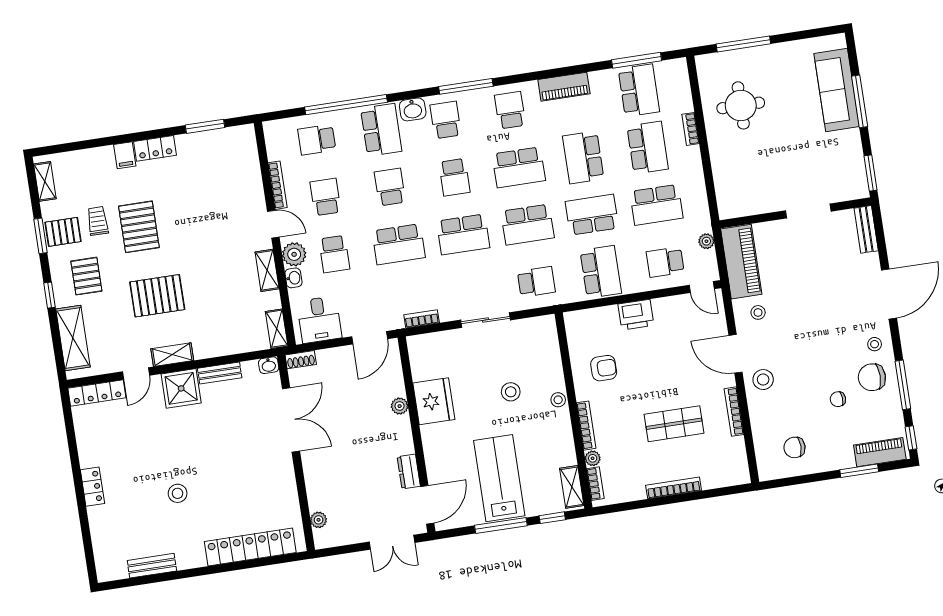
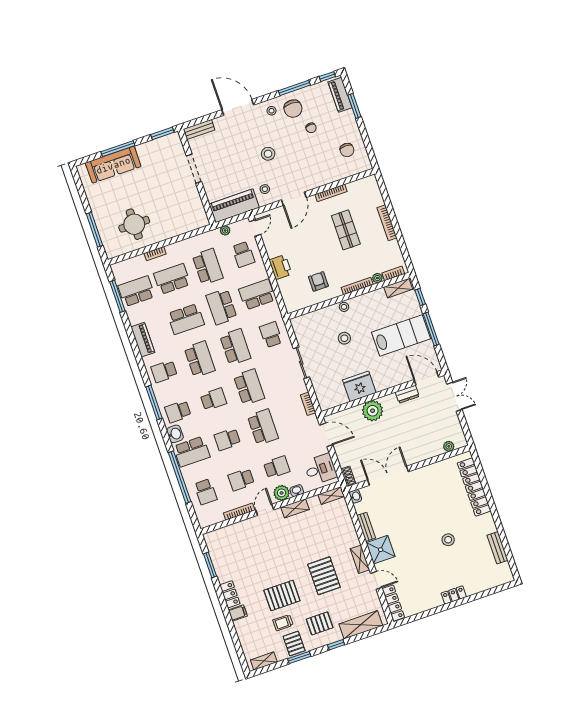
school desk: (381, 130) -> (192, 452), turned 180
stool: (763, 380) -> (268, 154), moved
plant: (400, 406) -> (373, 411), width x1.87, depth x1.87
lab bench: (499, 478) -> (401, 336), turned 180

